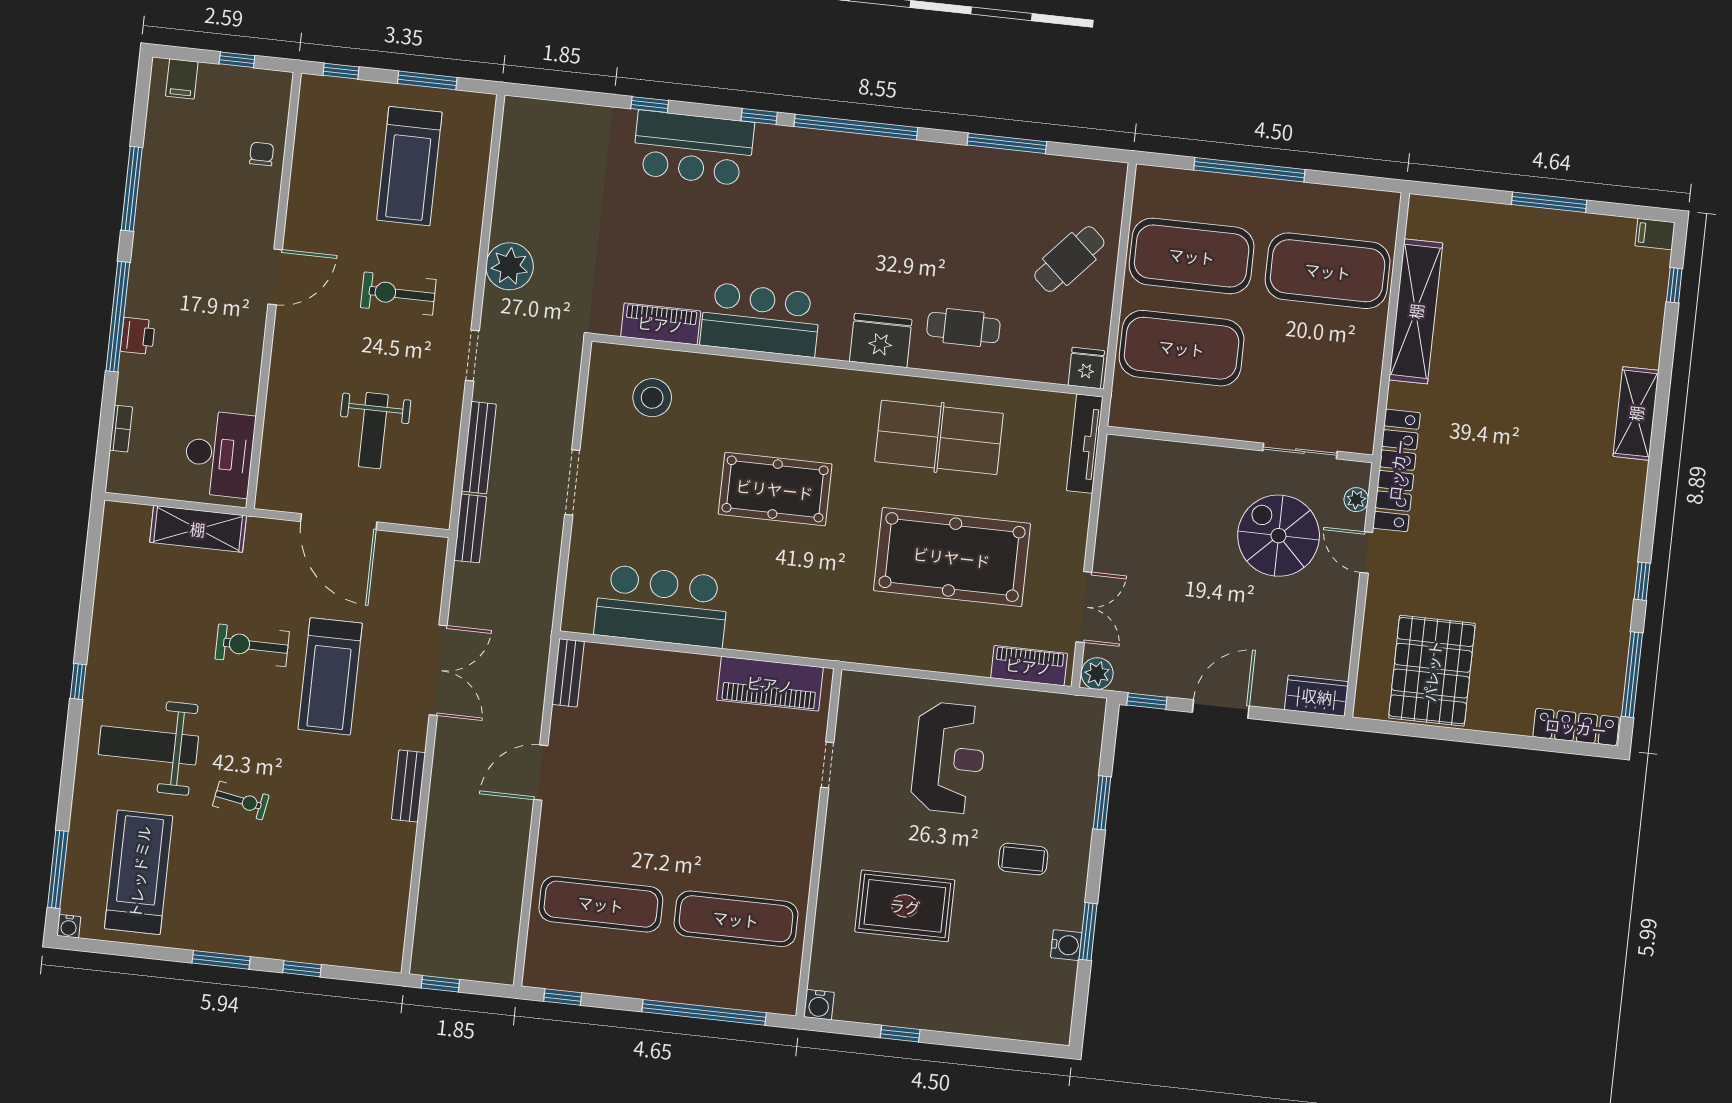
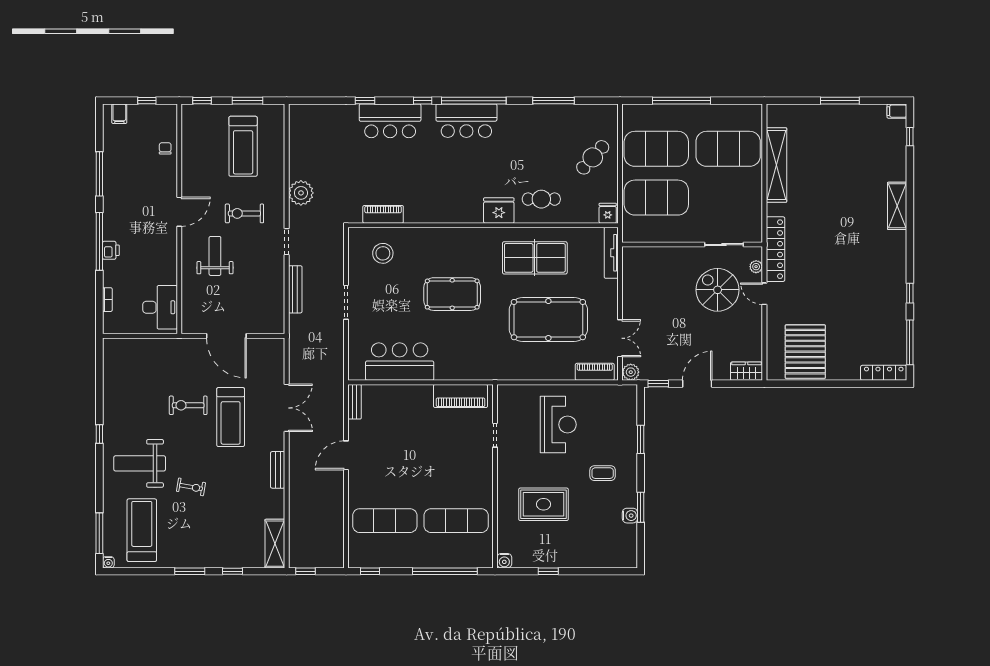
bar counter: (760, 320) -> (466, 121), moved, turned 180
weight bench: (373, 431) -> (215, 256), moved, turned 180
bench: (470, 528) -> (295, 332), removed
shelving: (198, 529) -> (275, 544), moved, turned 90

